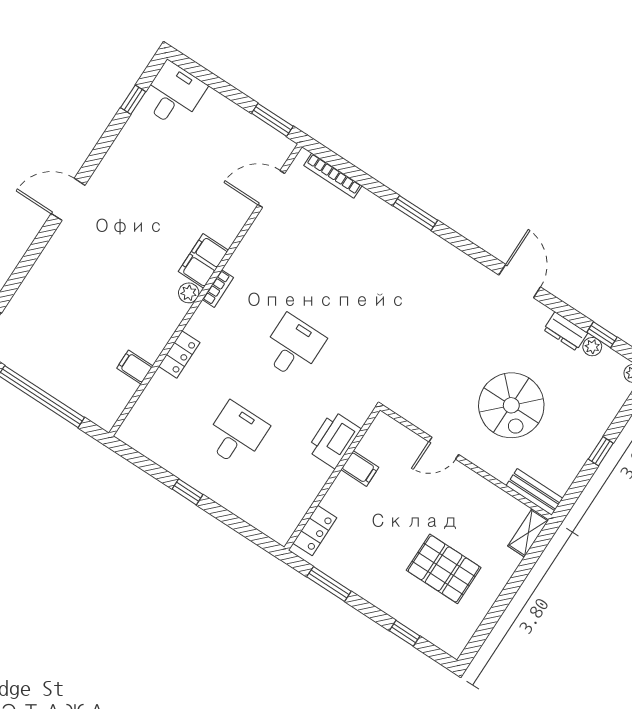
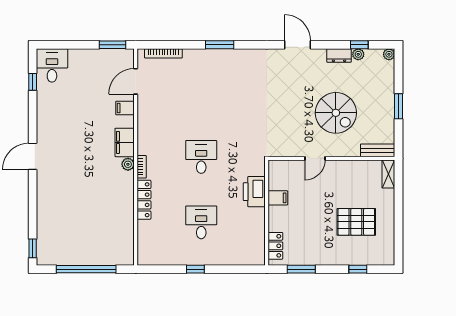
bookcase: (218, 289) -> (142, 167), moved
locker: (179, 354) -> (144, 200), width x1.53
filing cabinet: (135, 367) -> (125, 108), moved
window: (601, 451) -> (398, 106), width x1.50

